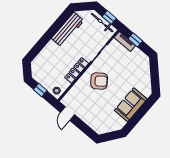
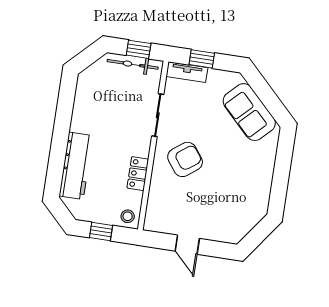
workbench: (68, 29) -> (76, 166), moved
locker: (77, 70) -> (138, 174), width x0.66
sofa: (131, 105) -> (249, 112), moved, turned -45
door: (67, 113) -> (187, 245), moved

